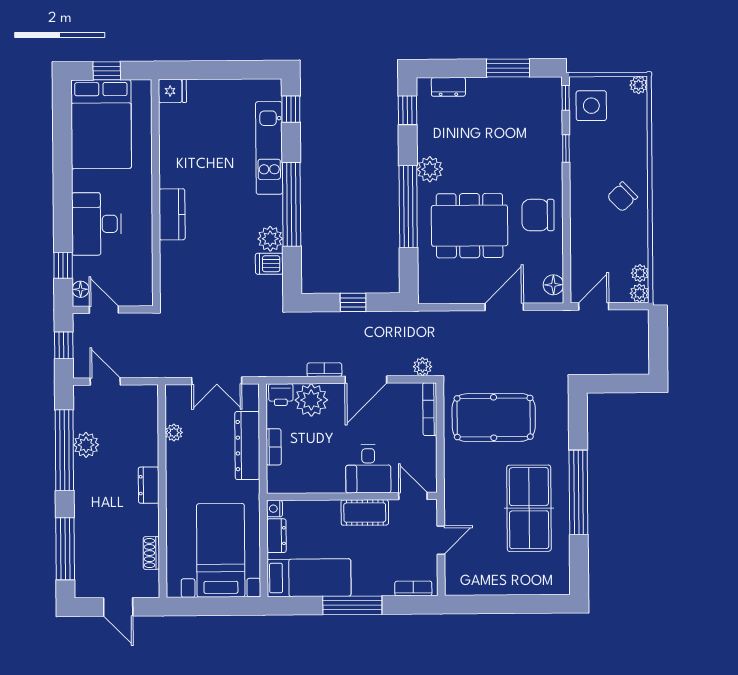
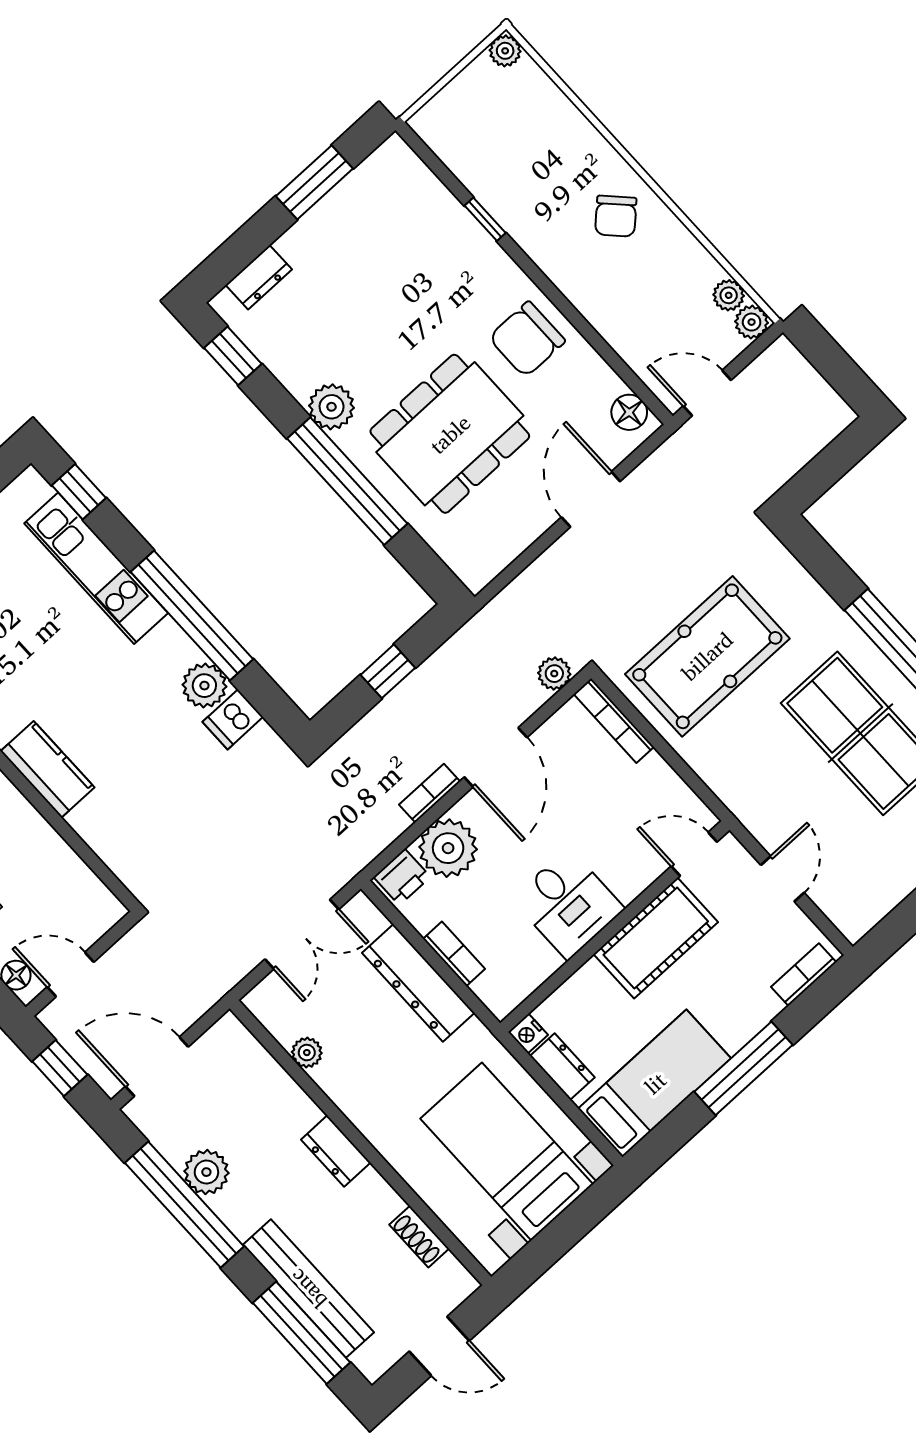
window: (566, 98) -> (425, 154), removed
side table: (591, 106) -> (468, 133), removed
door: (594, 306) -> (707, 393), hinge flipped
door: (105, 382) -> (157, 1067), width x1.38
desk: (368, 469) -> (568, 904), moved
cot: (365, 513) -> (656, 938), width x1.37, depth x1.34
bench: (85, 533) -> (308, 1289), added

